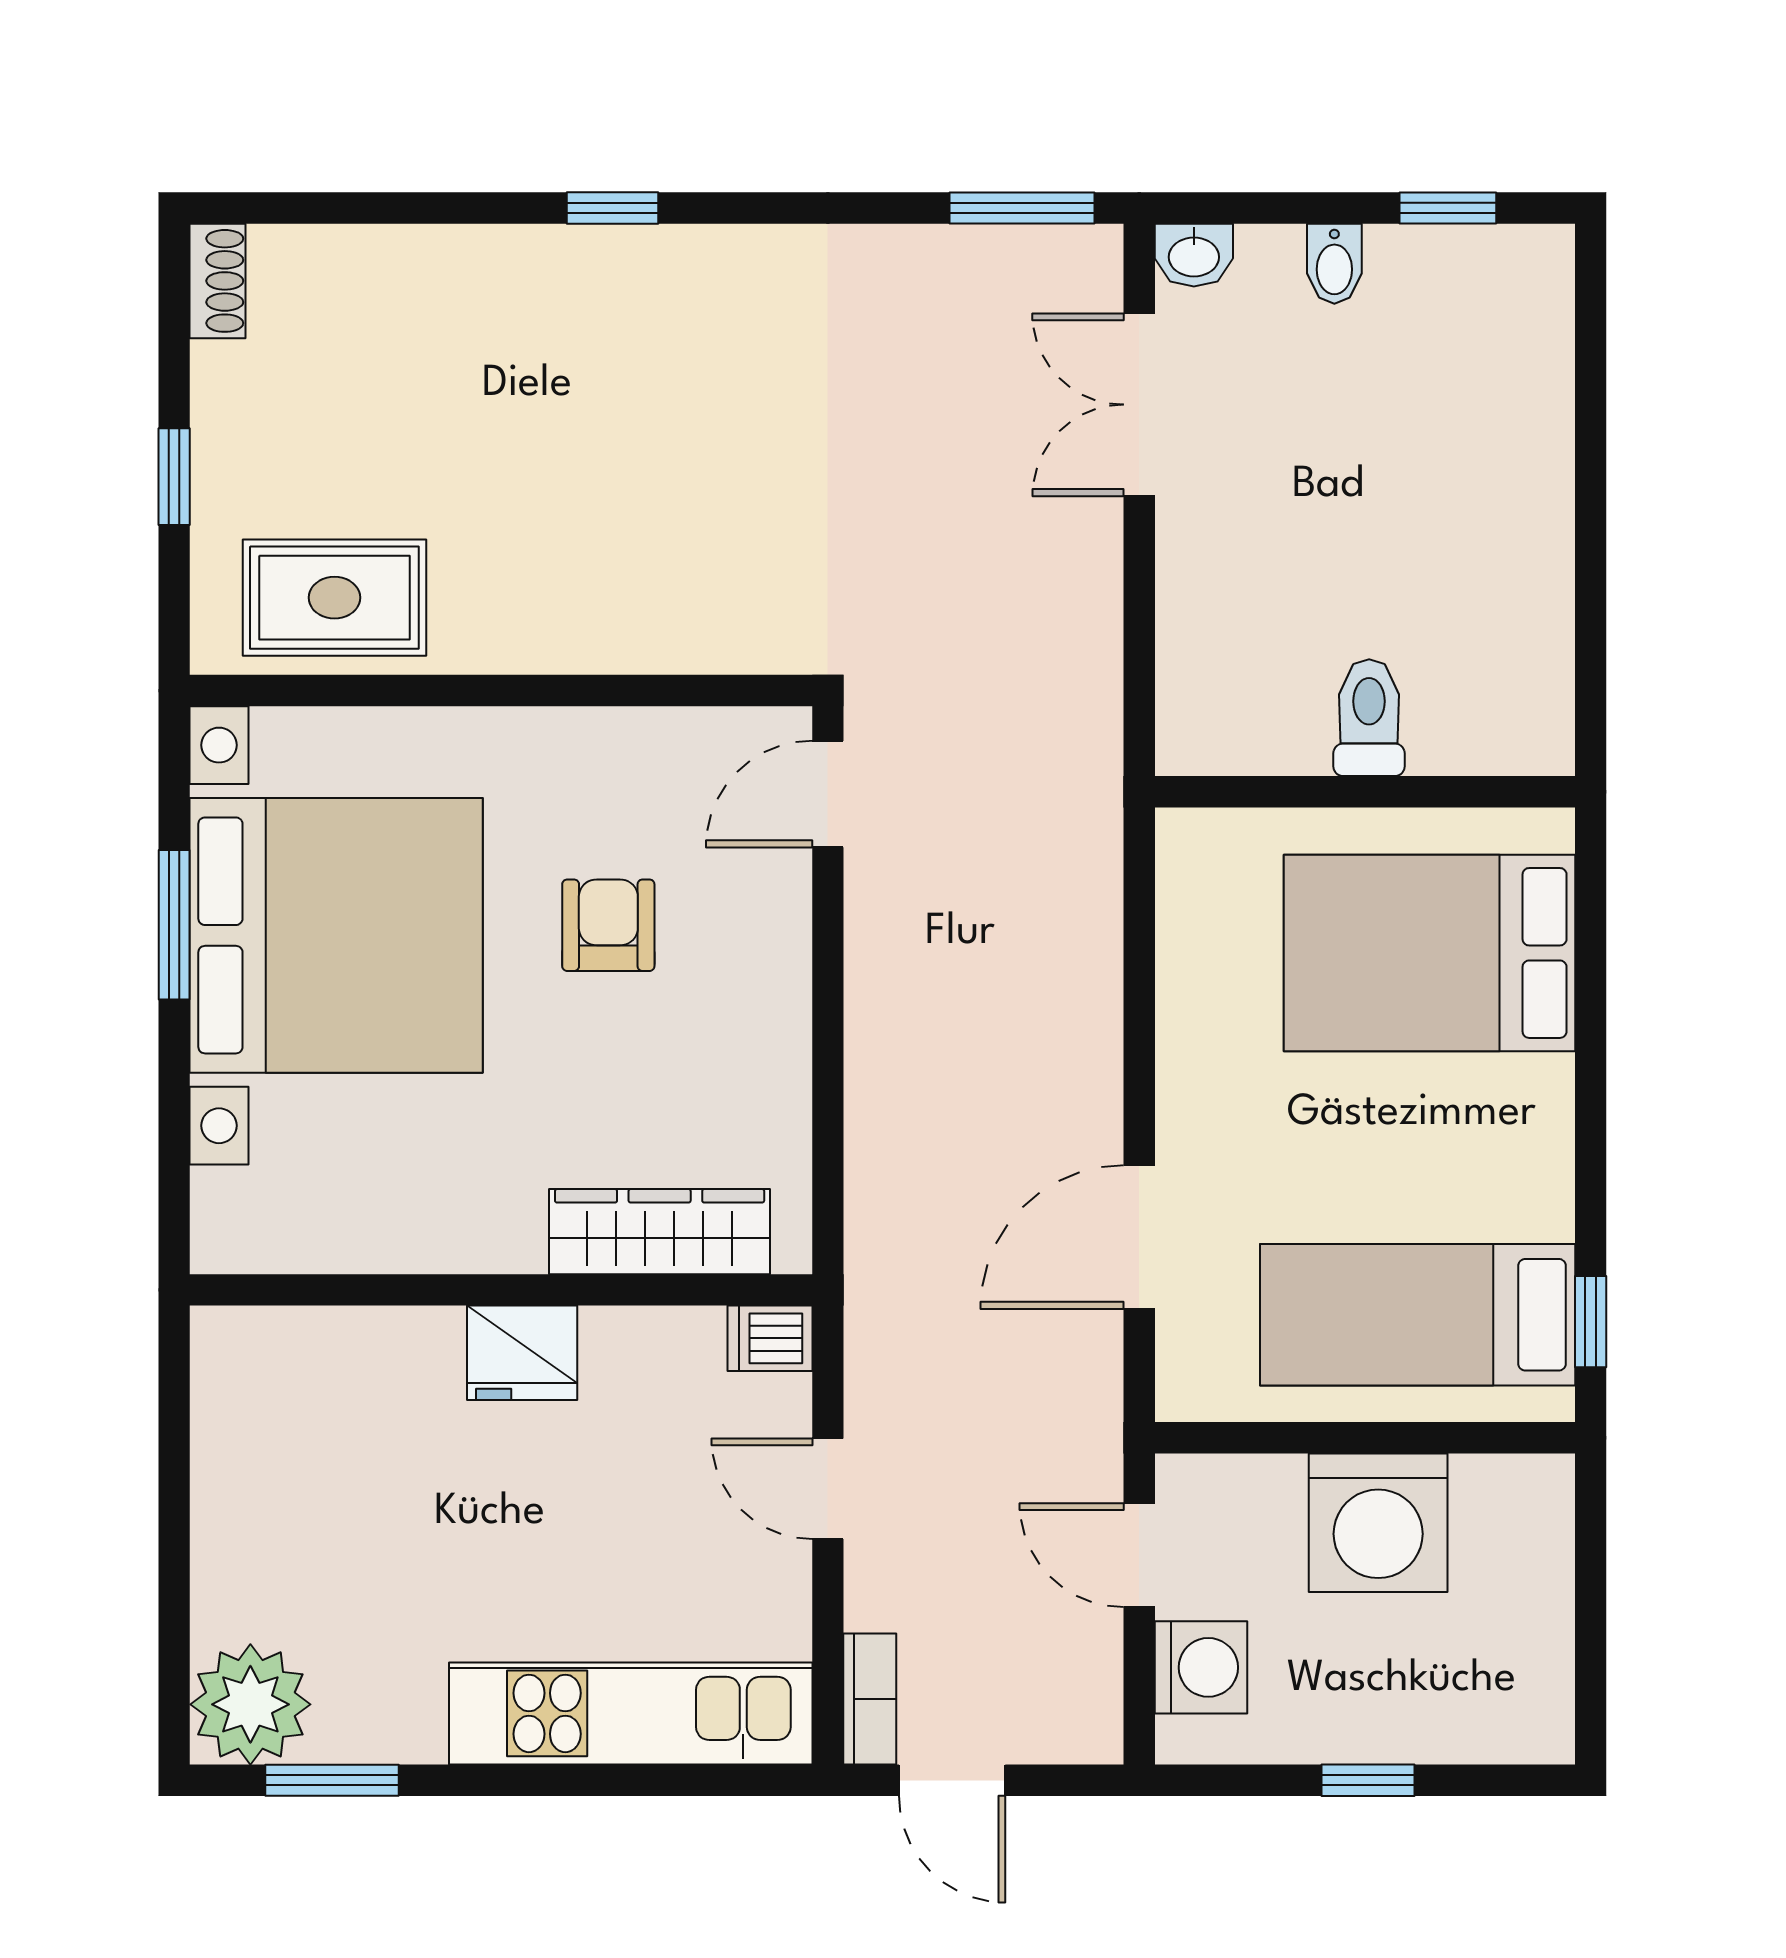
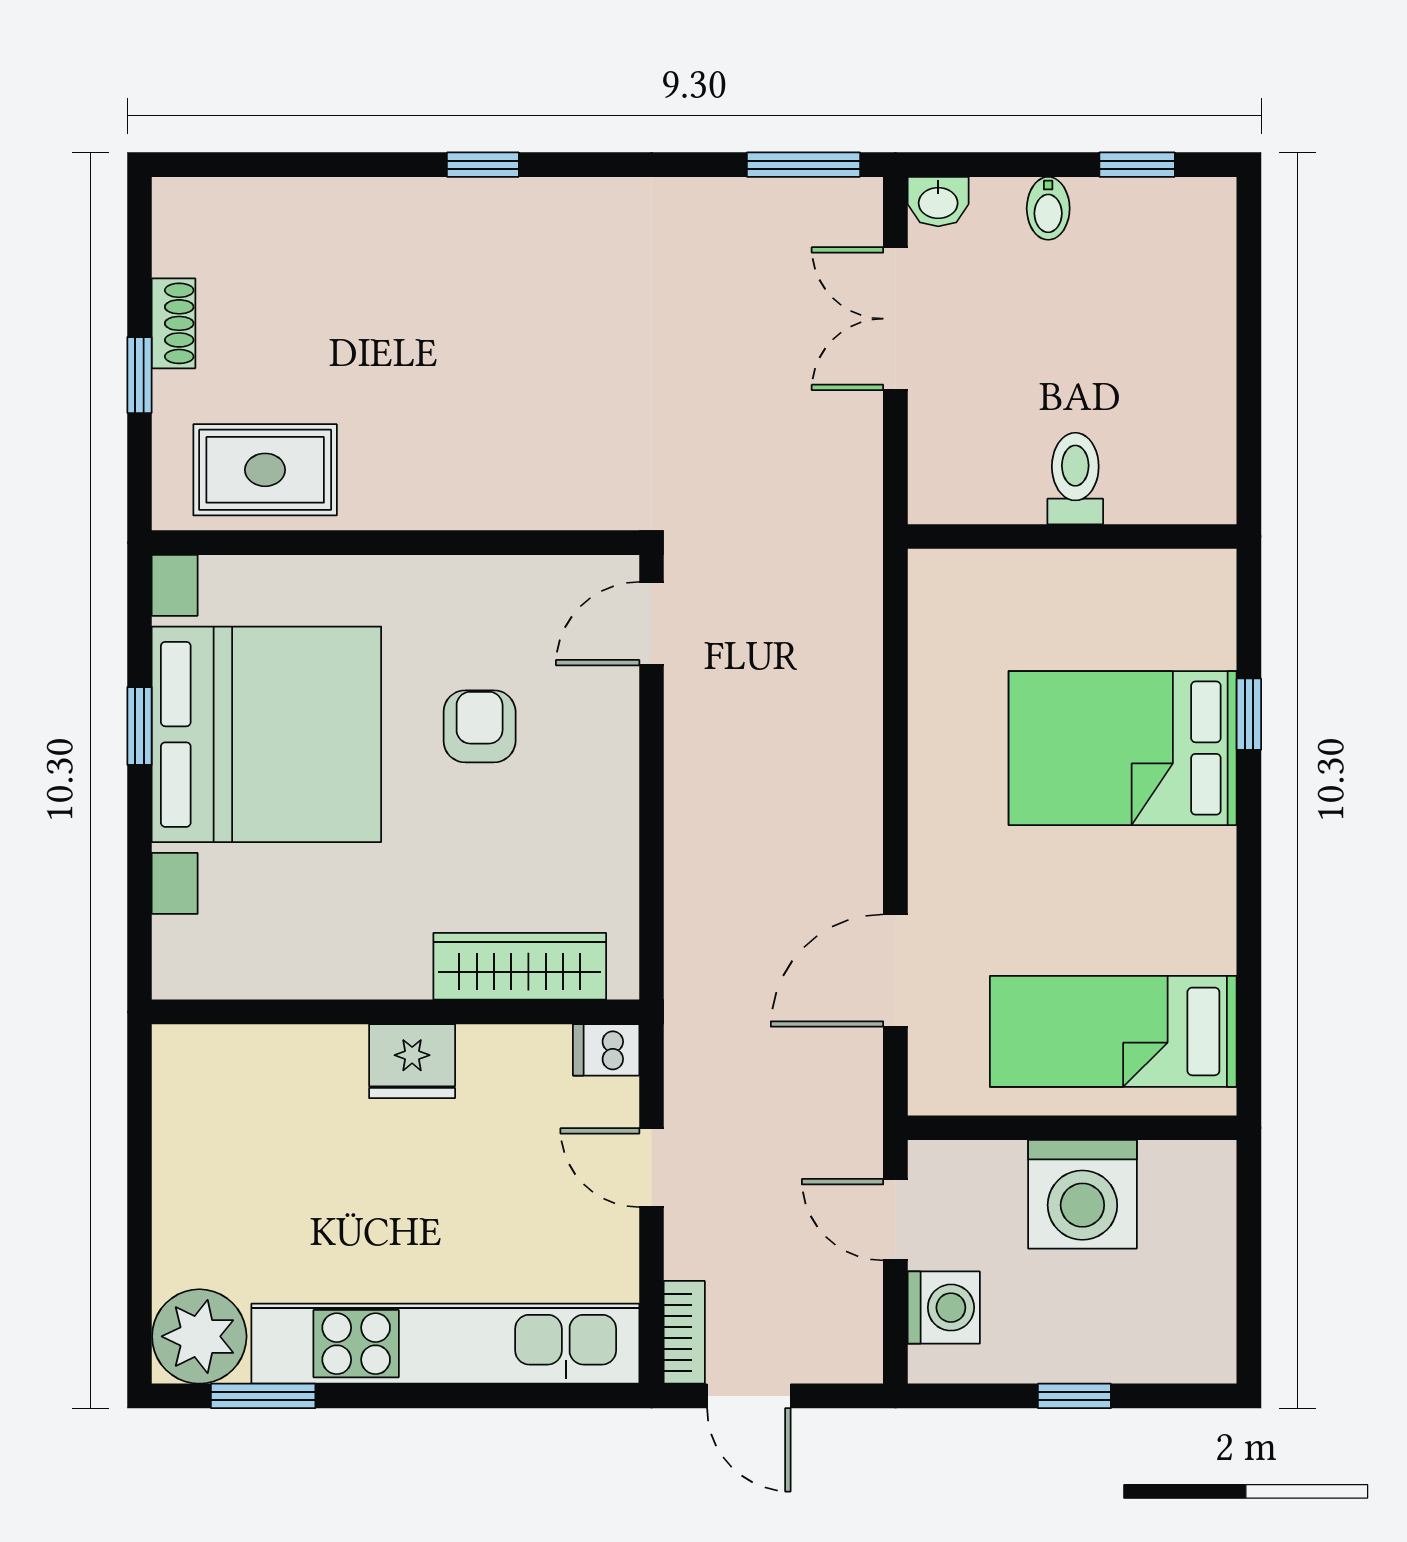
shoe rack: (218, 281) -> (174, 323), moved
toilet: (1369, 718) -> (1075, 478), moved
wall: (1365, 792) -> (1072, 536), moved
window: (174, 925) -> (140, 726), width x0.67
window: (1591, 1322) -> (1249, 714), moved
kitchen unit: (631, 1713) -> (445, 1344), width x1.36

